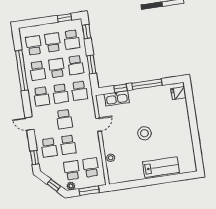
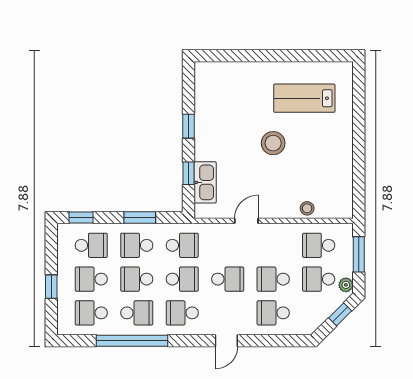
window: (64, 18) -> (51, 287), moved
school desk: (76, 65) -> (137, 245), turned 180
window: (147, 84) -> (188, 126), width x0.46
fridge: (178, 93) -> (212, 74), removed
school desk: (41, 96) -> (182, 313), turned 180
door: (99, 125) -> (246, 221), hinge flipped
school desk: (68, 145) -> (273, 279), turned 180
school desk: (49, 148) -> (273, 313), turned 180
window: (35, 157) -> (287, 341), removed
lab bench: (161, 167) -> (304, 98), moved, turned -90

